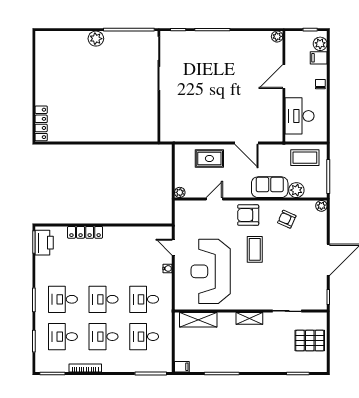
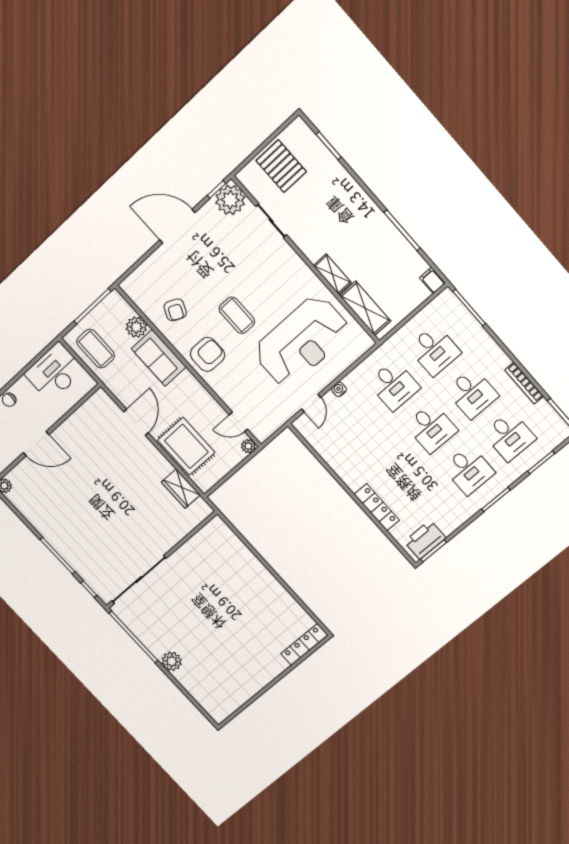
desk: (300, 116) -> (55, 372), moved, turned 180
wardrobe: (189, 134) -> (181, 489), added
rug: (209, 158) -> (186, 446), width x1.36, depth x1.43
door: (214, 199) -> (238, 422), moved
plant: (321, 206) -> (230, 200), moved, width x1.87, depth x1.87
armchair: (248, 215) -> (207, 354), turned -90
coffee table: (255, 249) -> (237, 315), turned 90
shelving: (249, 318) -> (332, 274), moved

